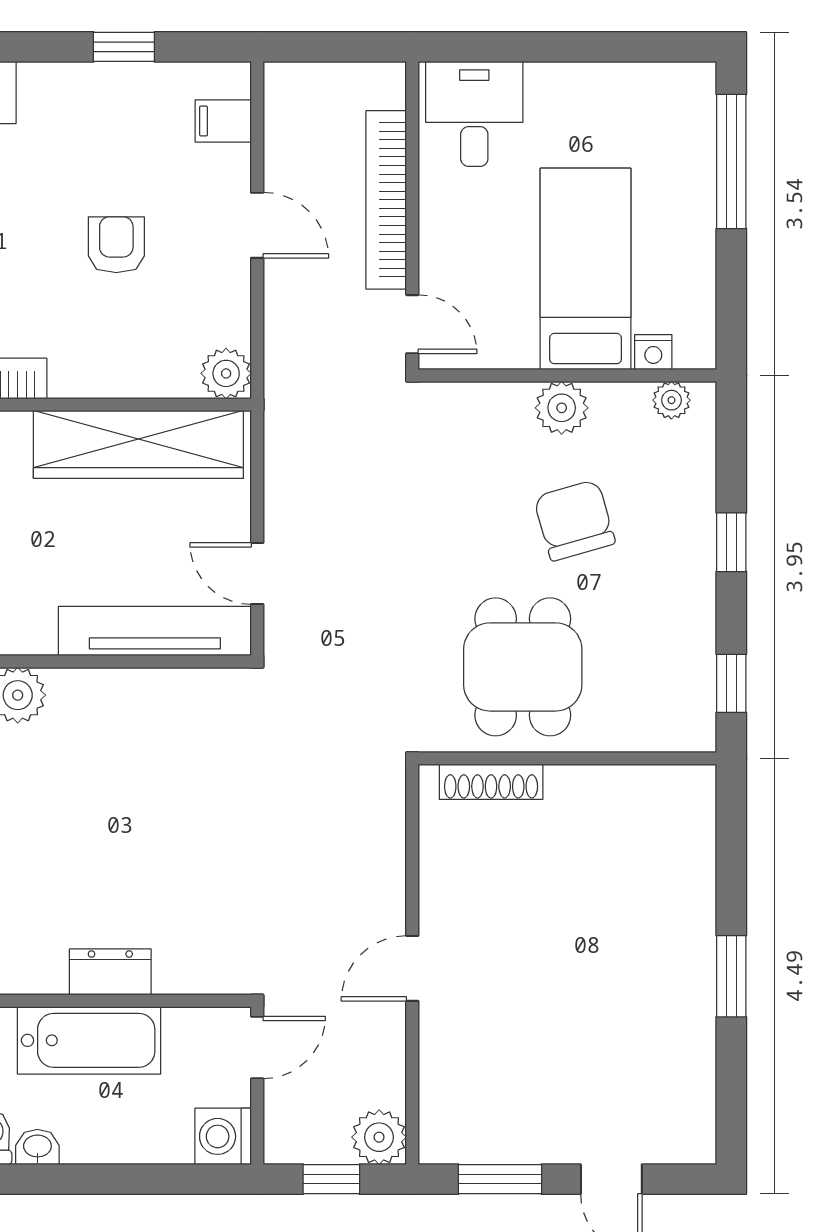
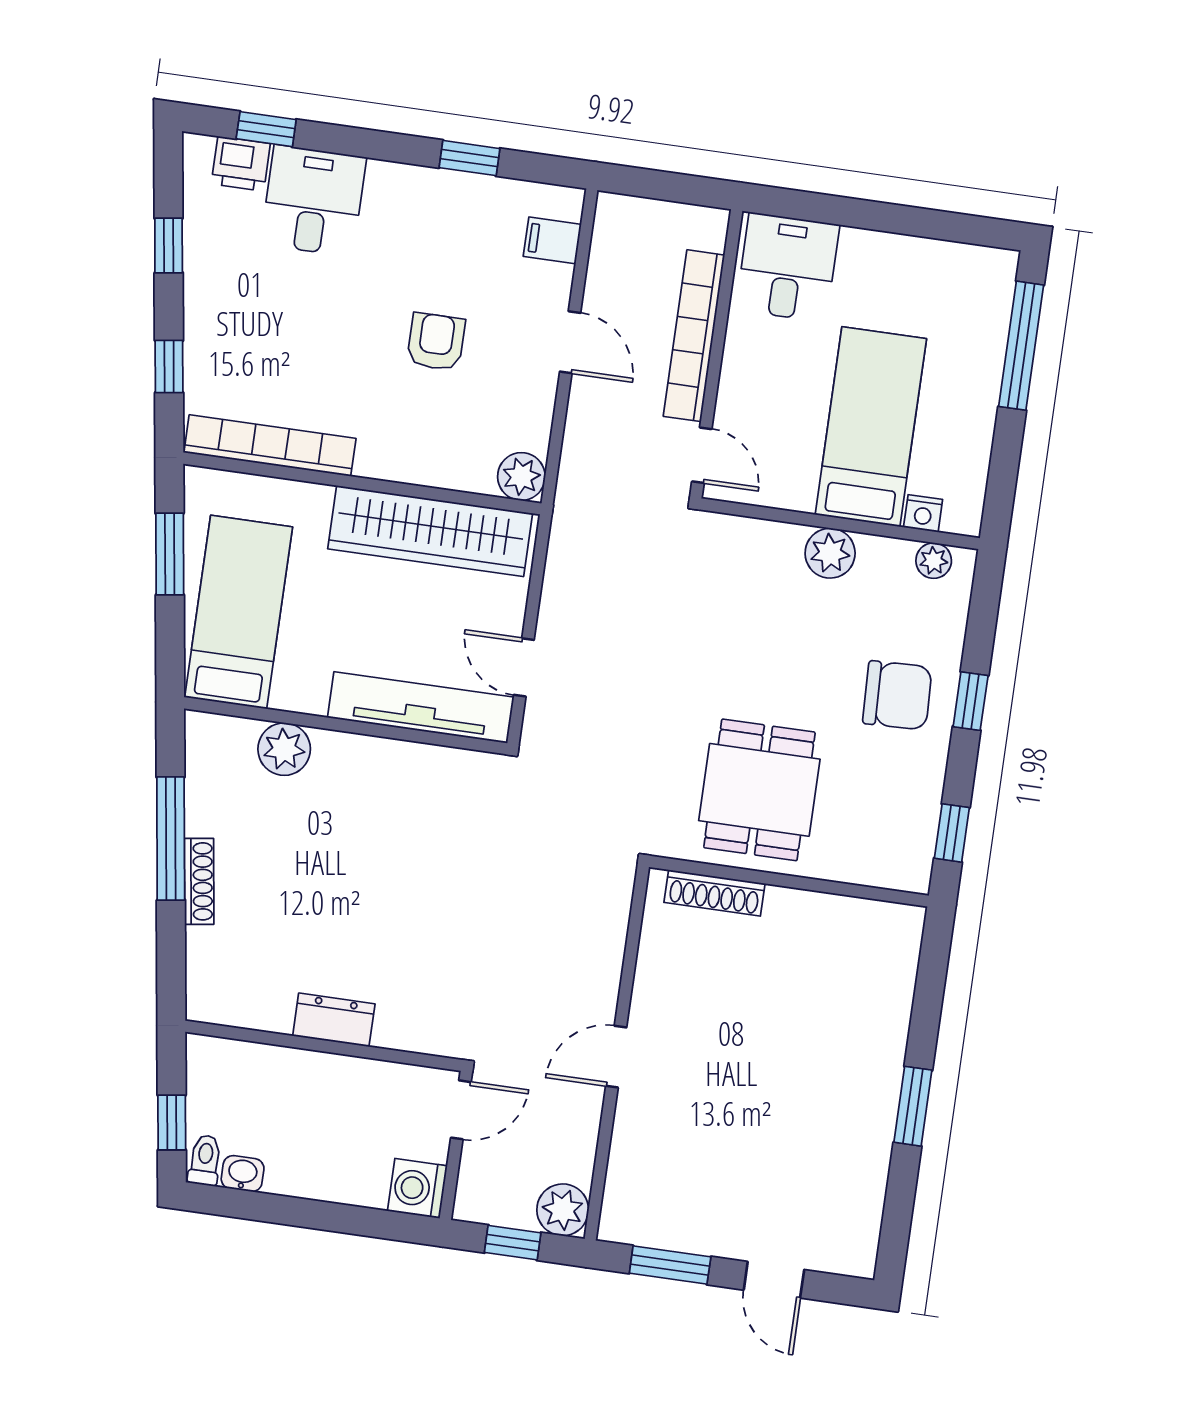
chair: (574, 520) -> (897, 695), moved, turned 104
bathtub: (89, 1040) -> (305, 1081), removed

